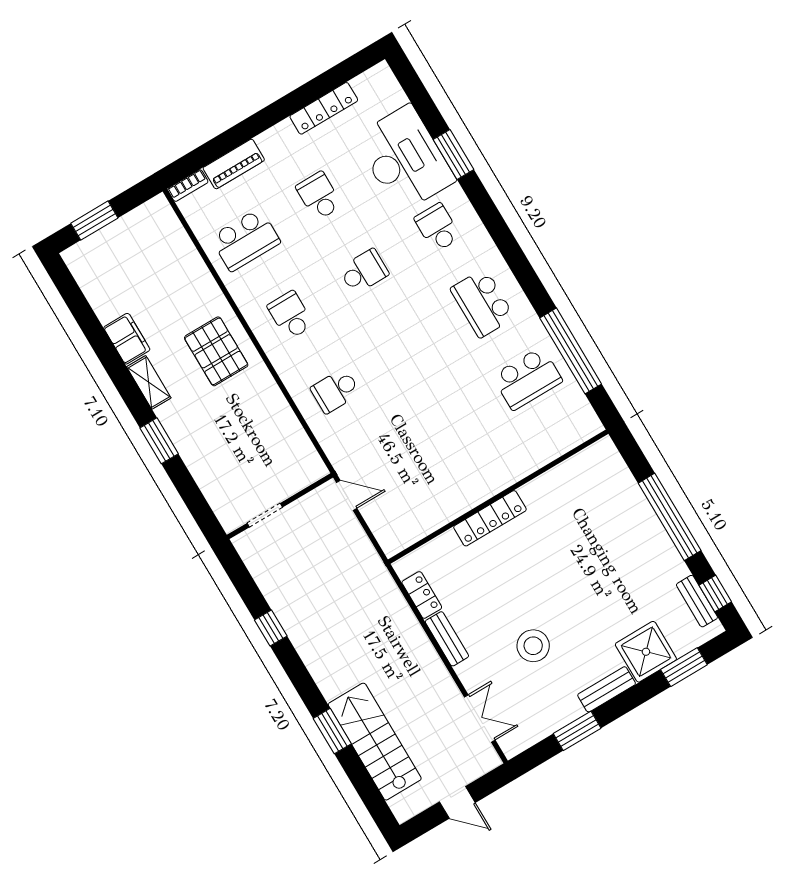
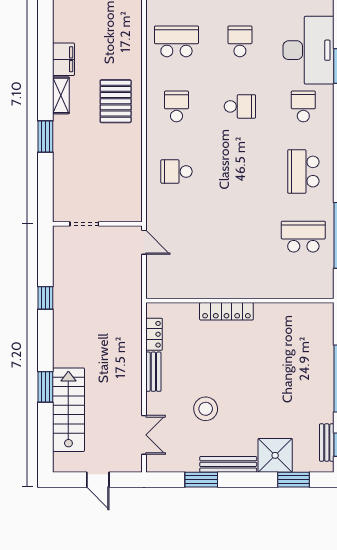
school desk: (245, 240) -> (176, 41), turned 180
school desk: (527, 379) -> (303, 237), turned 180
bench: (607, 689) -> (228, 464), width x1.36

